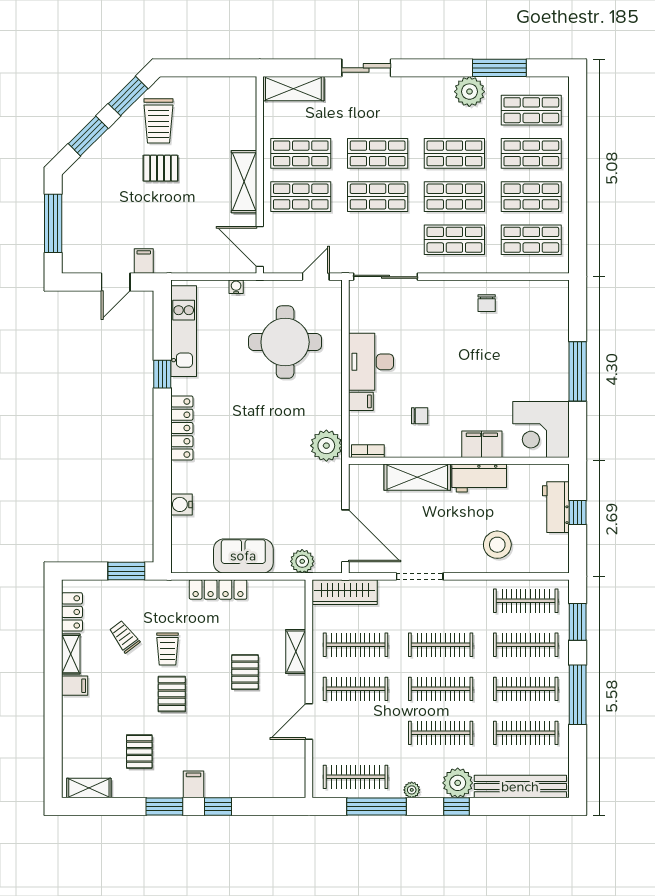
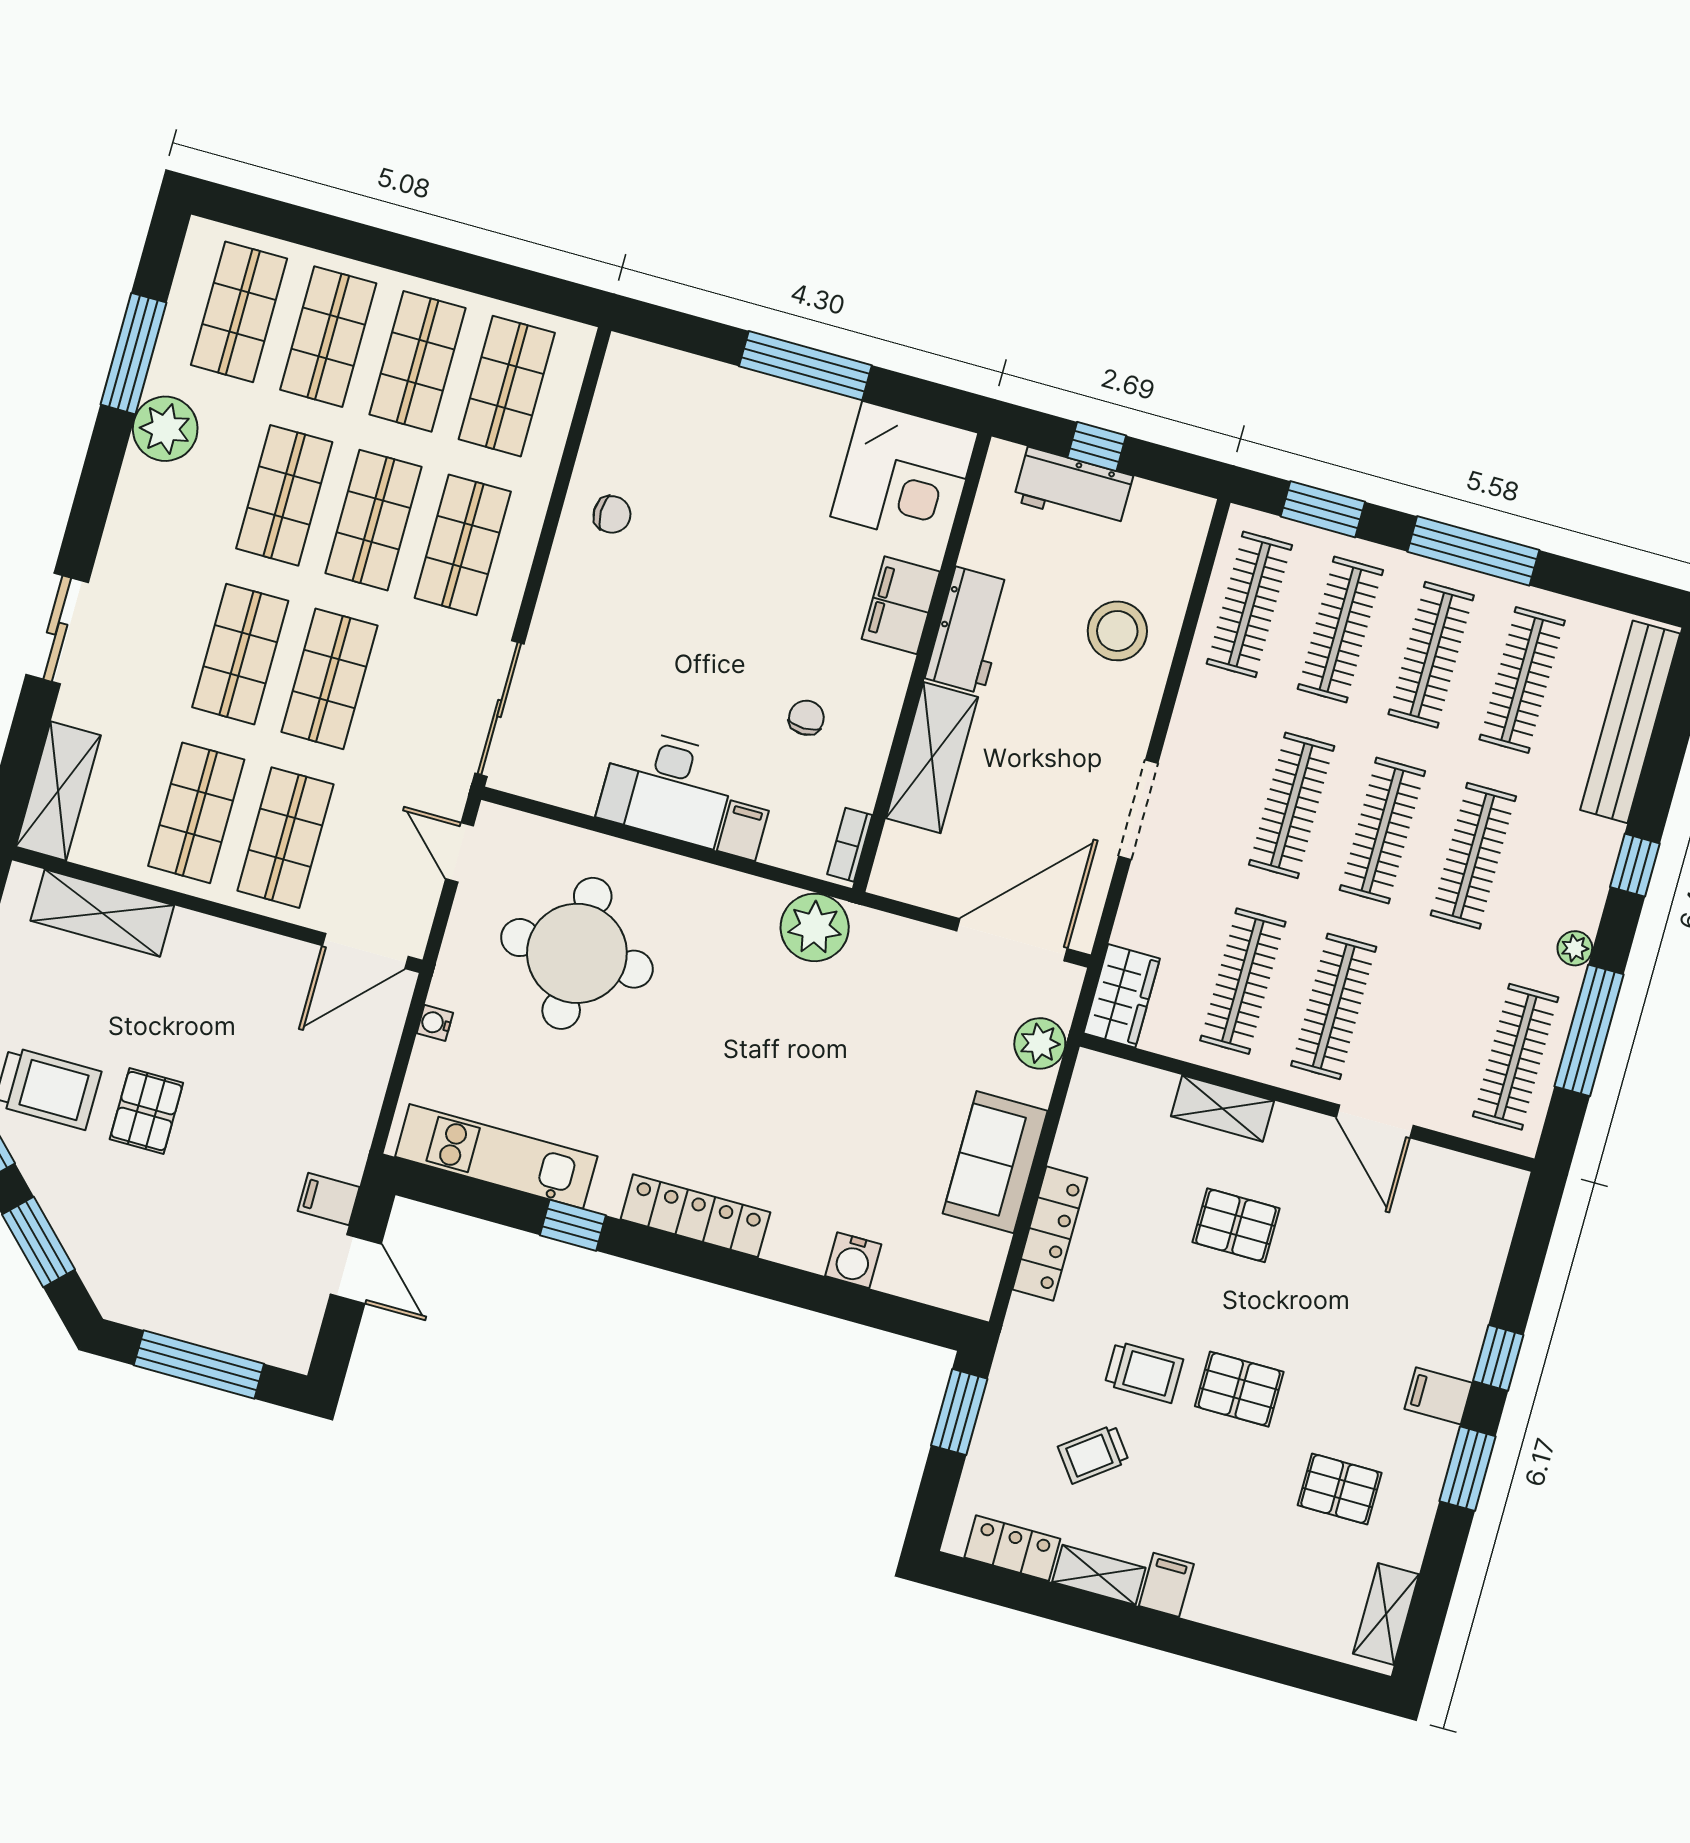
shelving: (244, 182) -> (102, 913), moved
wardrobe: (345, 592) -> (1122, 996), width x0.67
plant: (458, 783) -> (1587, 849), removed

